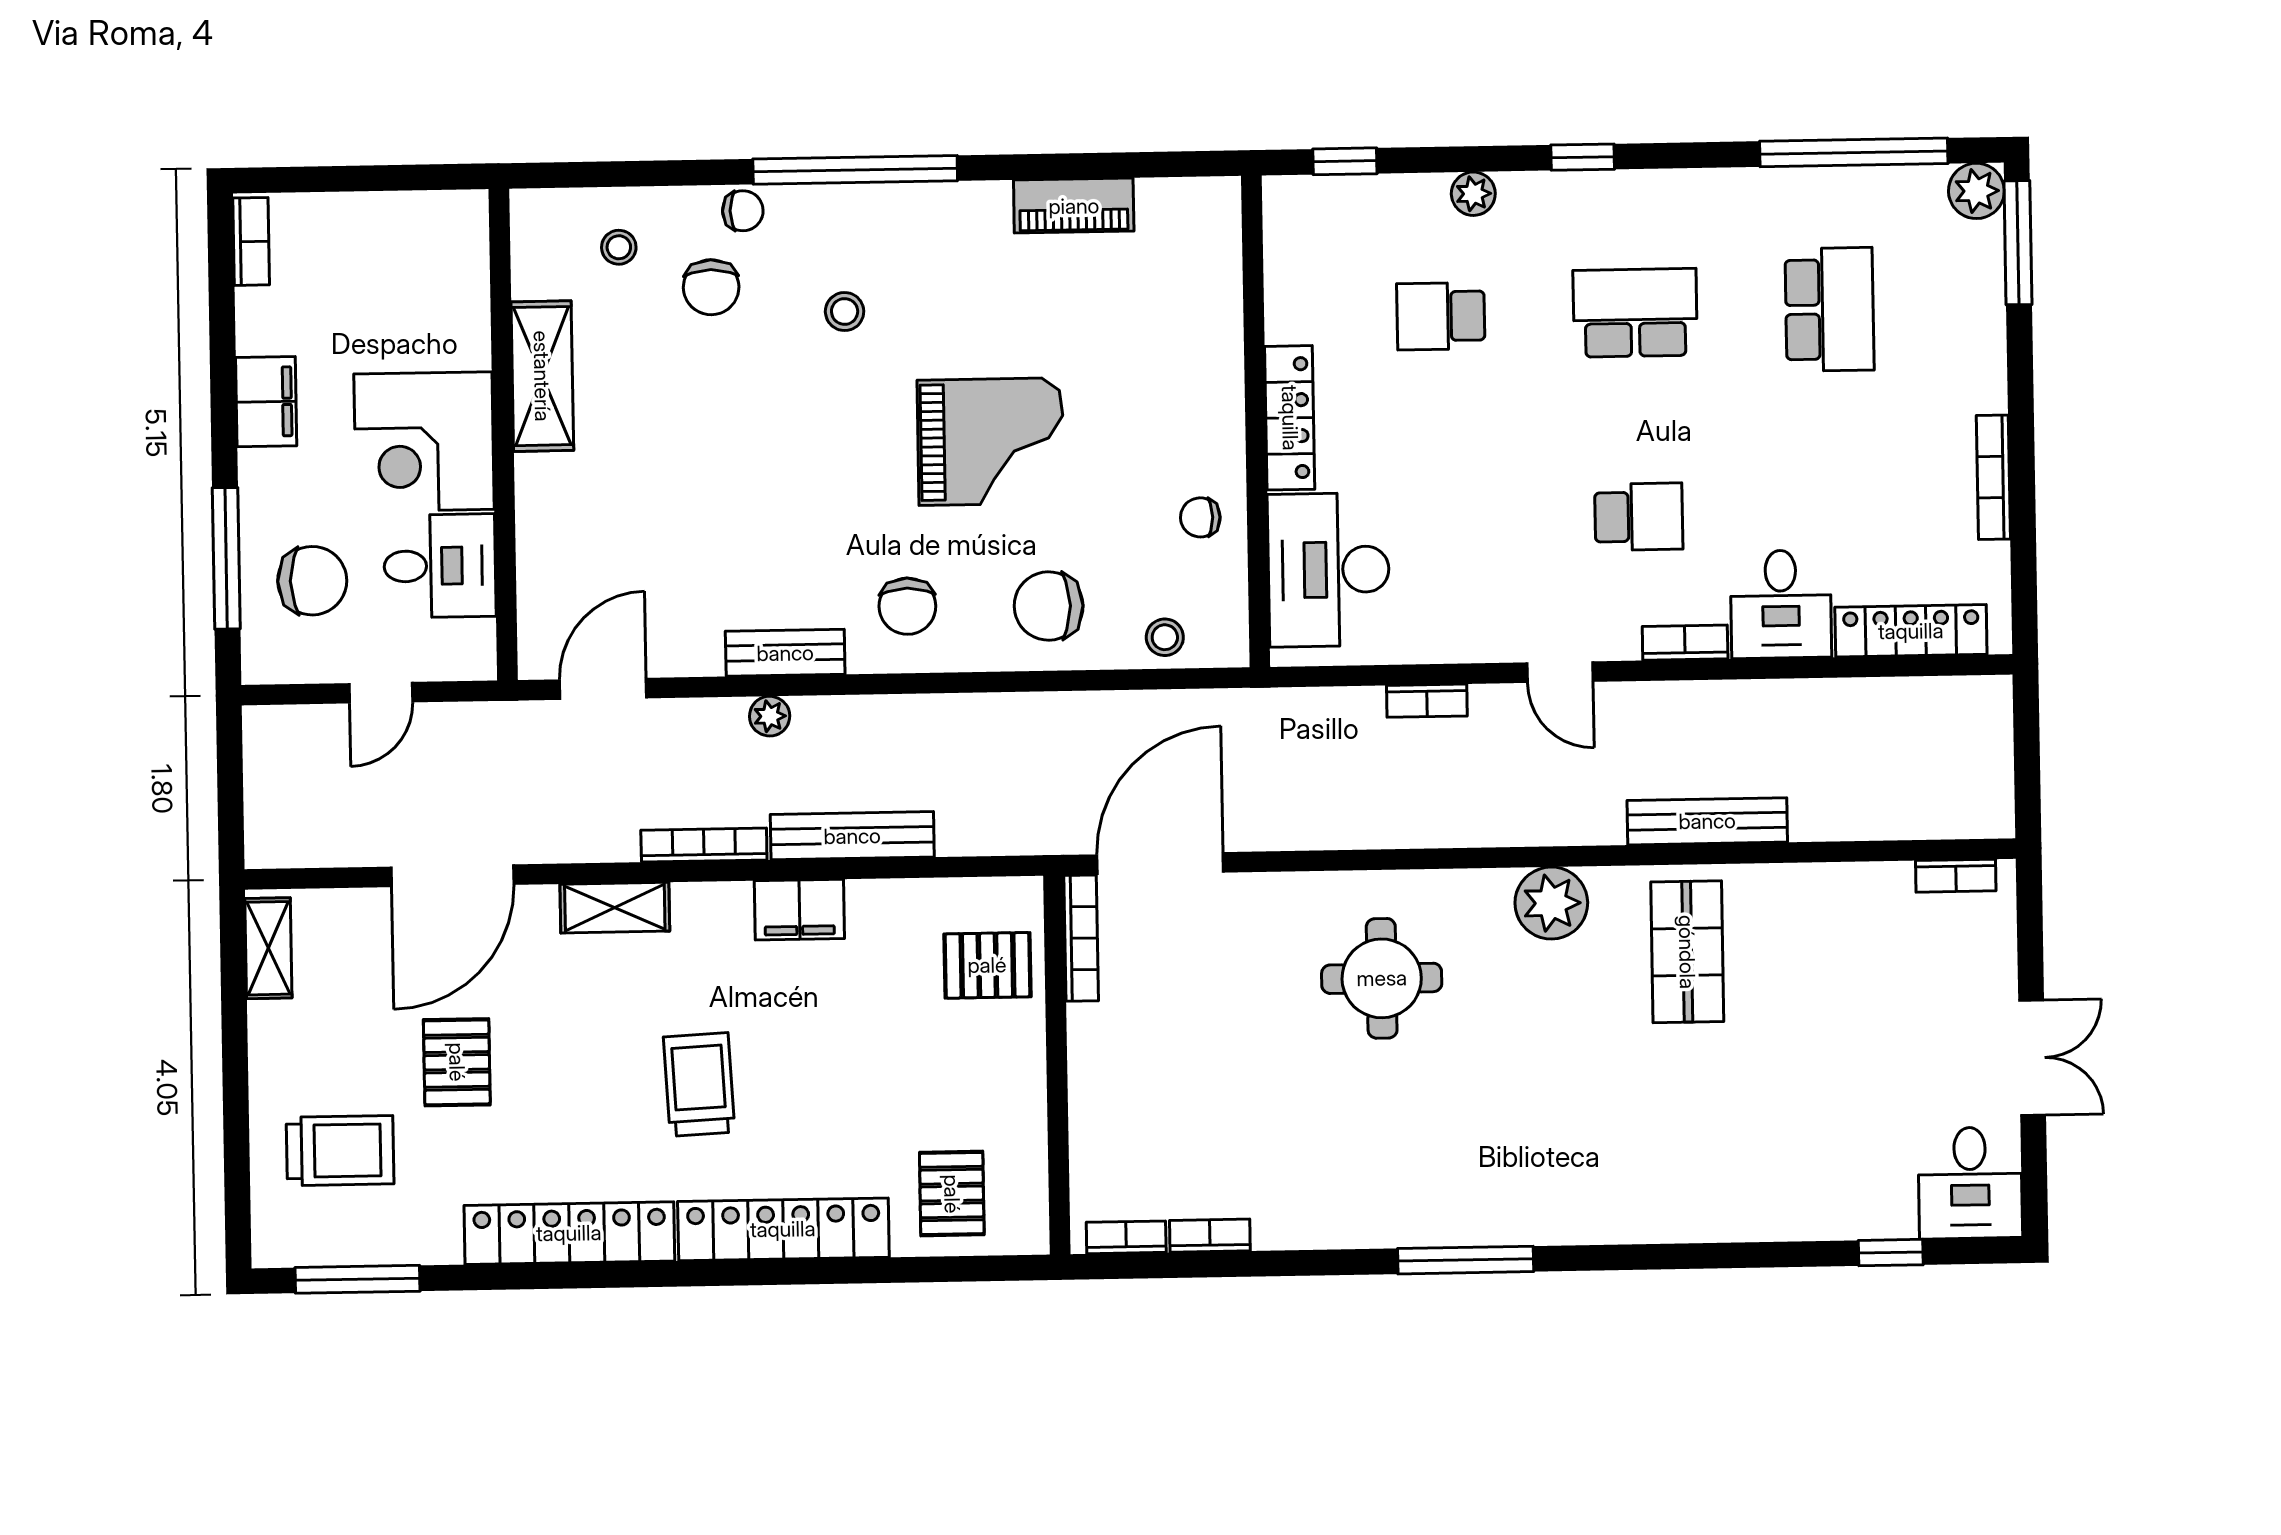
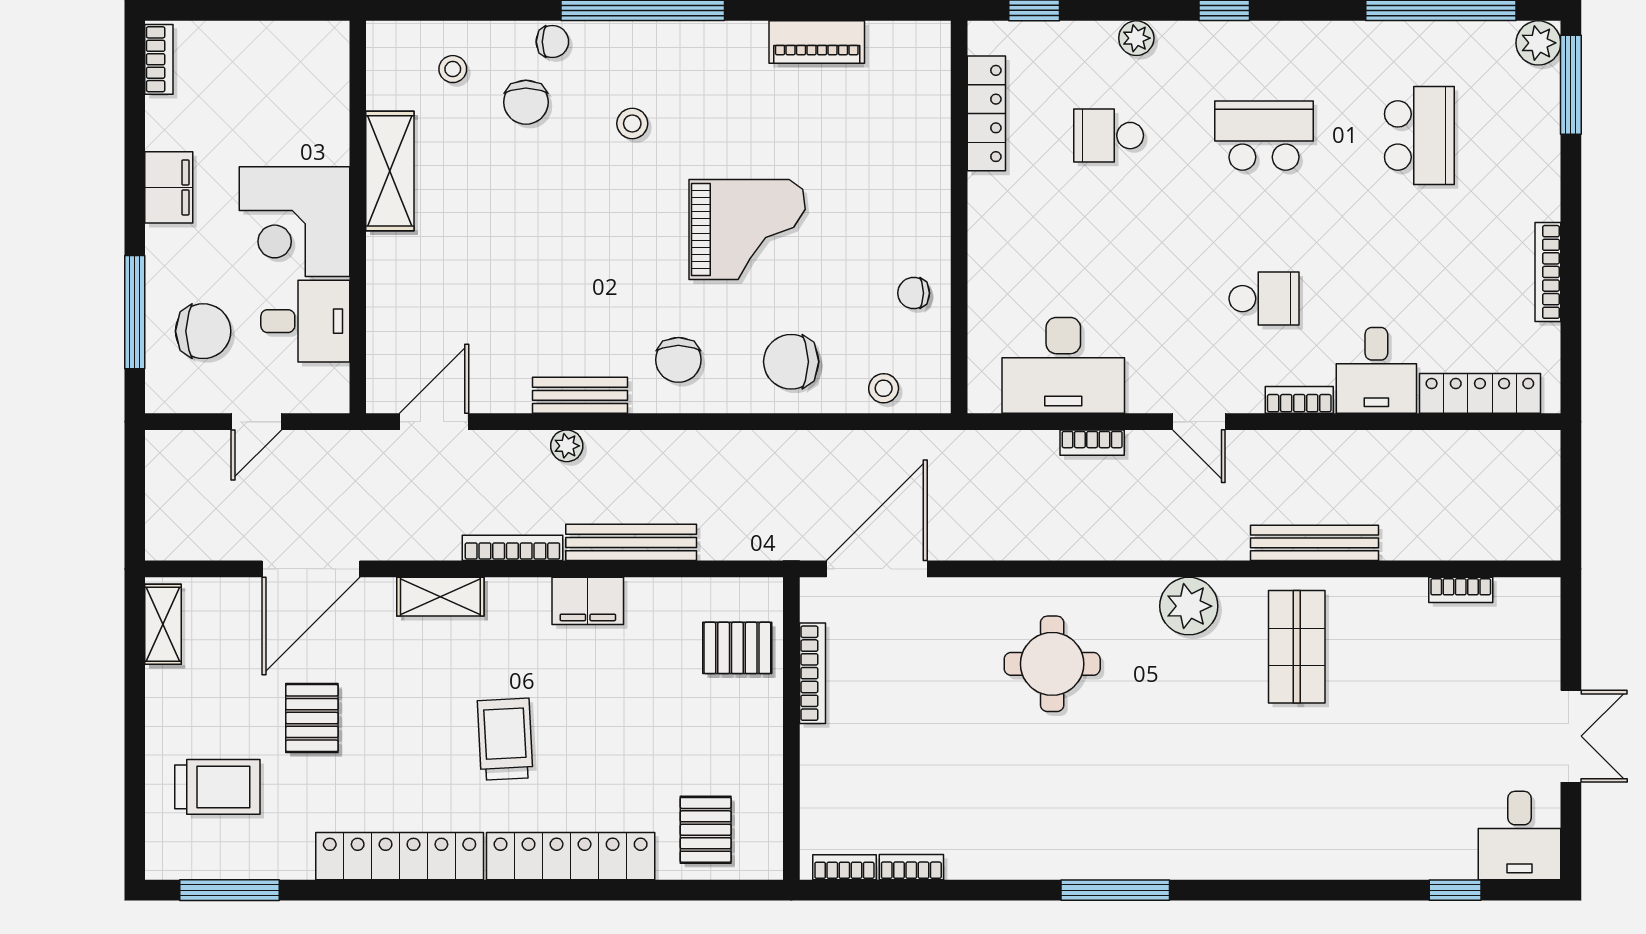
locker: (1290, 418) -> (986, 113), moved
desk: (1329, 570) -> (1063, 365), moved, turned -90
bookcase: (1956, 876) -> (1461, 590), moved
bookcase: (1081, 938) -> (812, 673), moved

